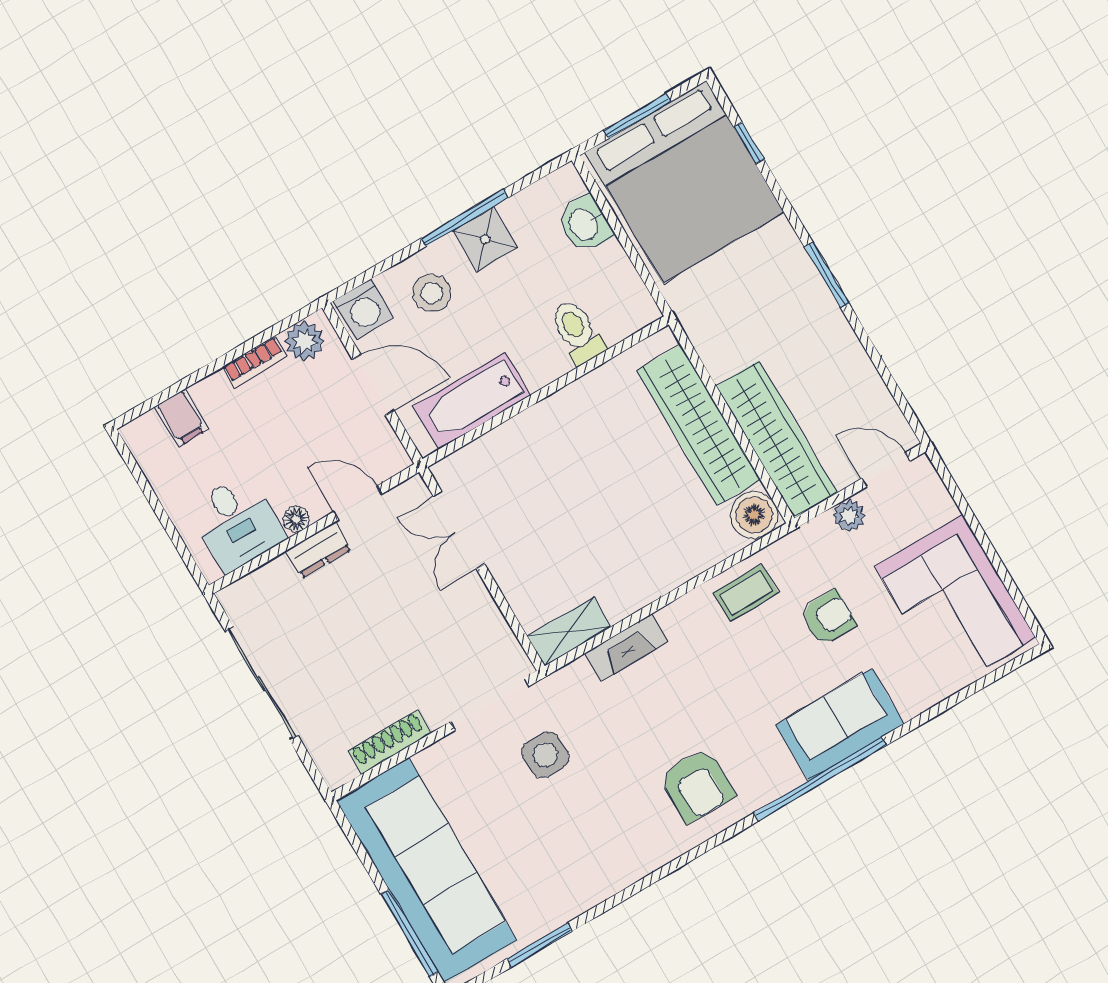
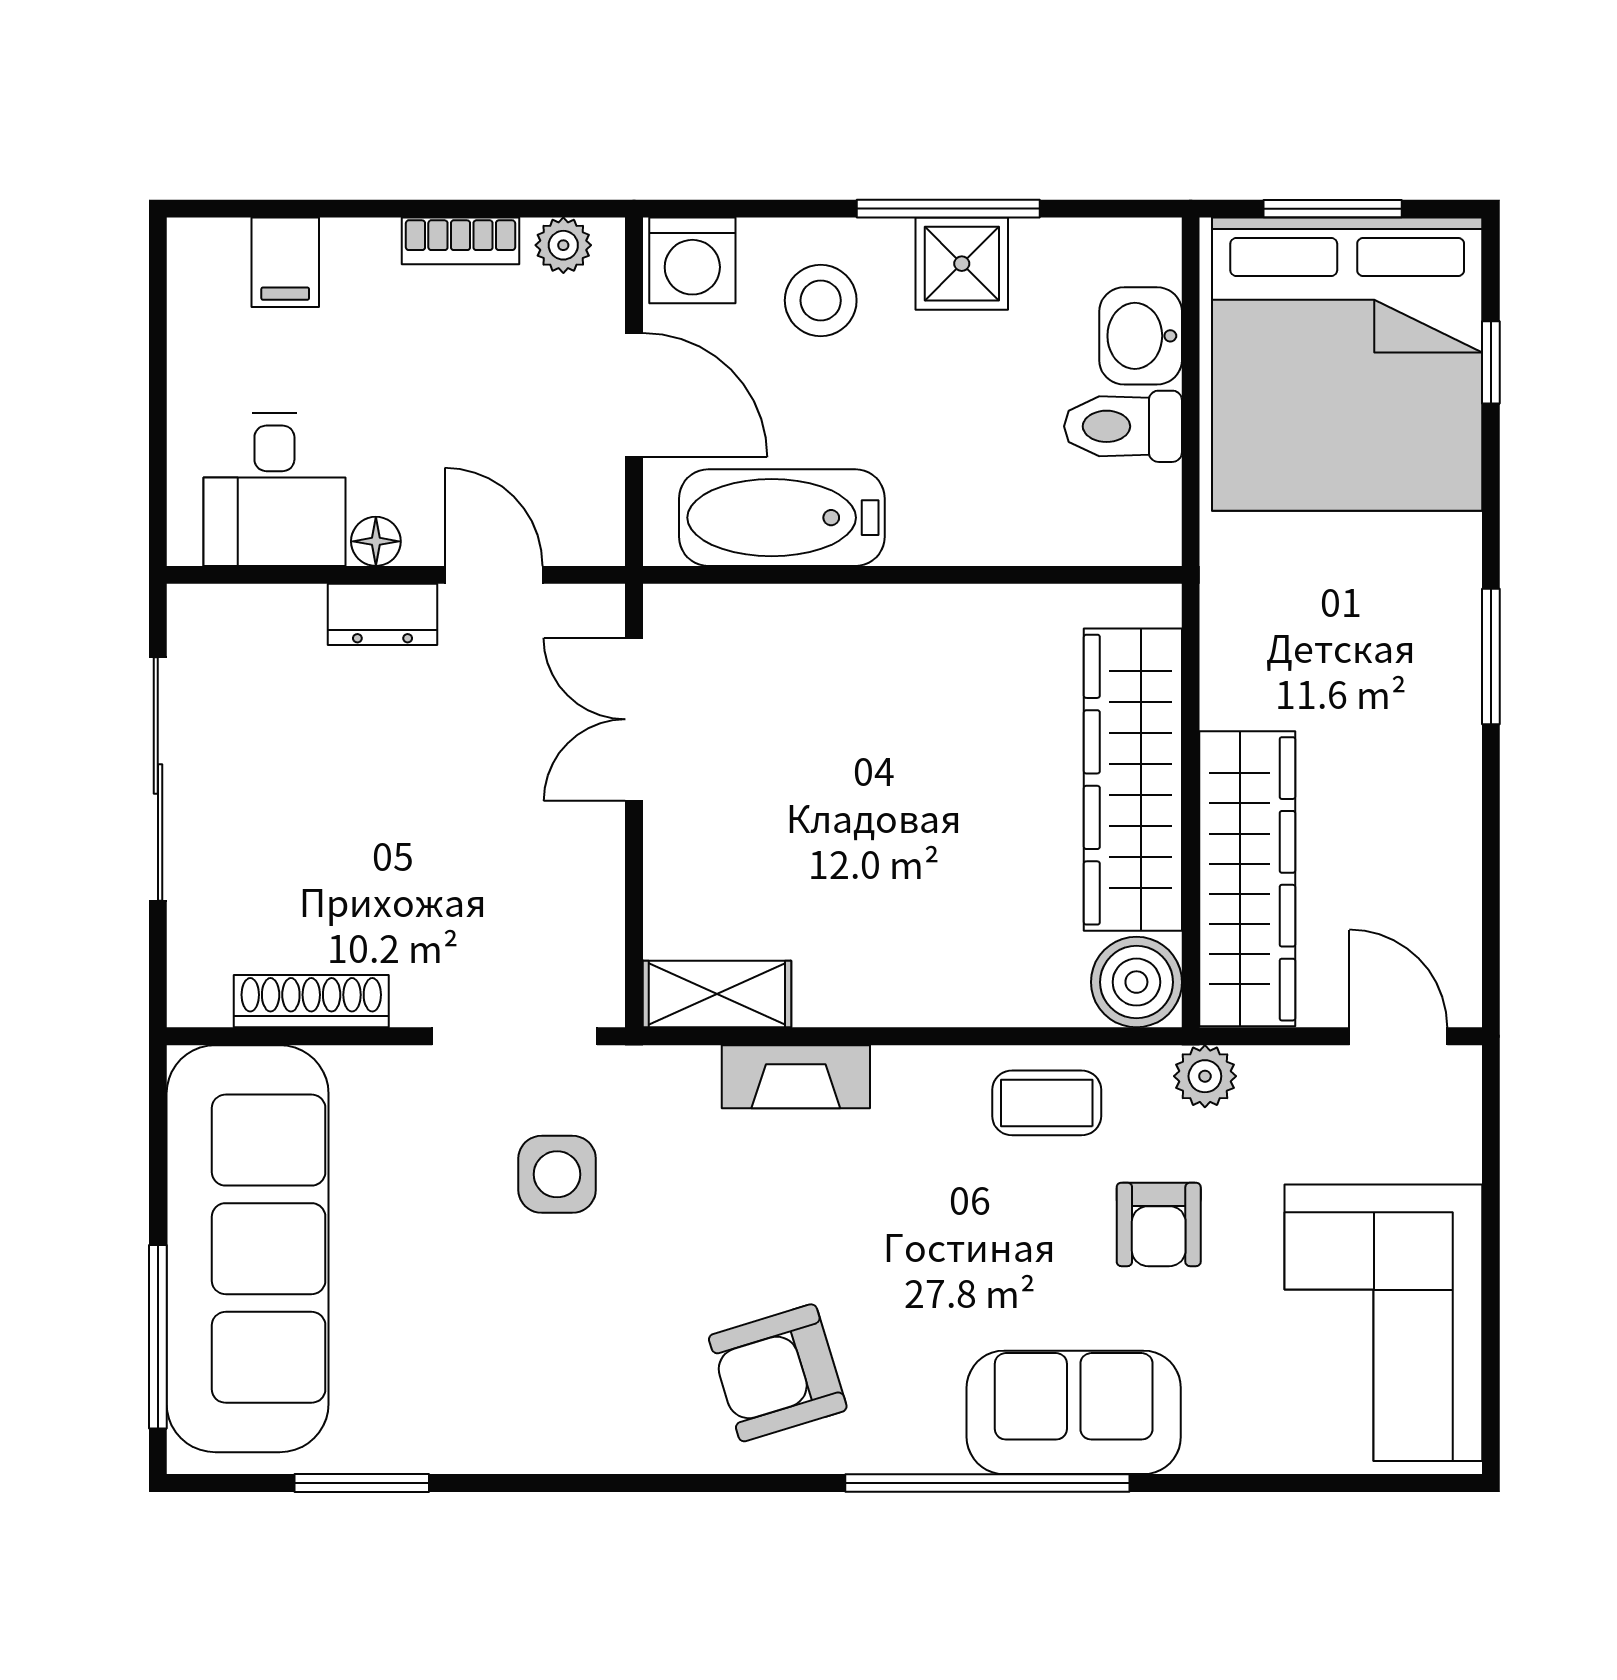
toilet: (577, 332) -> (1123, 426), moved, turned -90
plant: (304, 341) -> (563, 245), width x0.73, depth x0.73
plant: (849, 516) -> (1205, 1076), moved
armchair: (828, 618) -> (1159, 1224), turned 90
armchair: (697, 785) -> (778, 1373), turned 73

